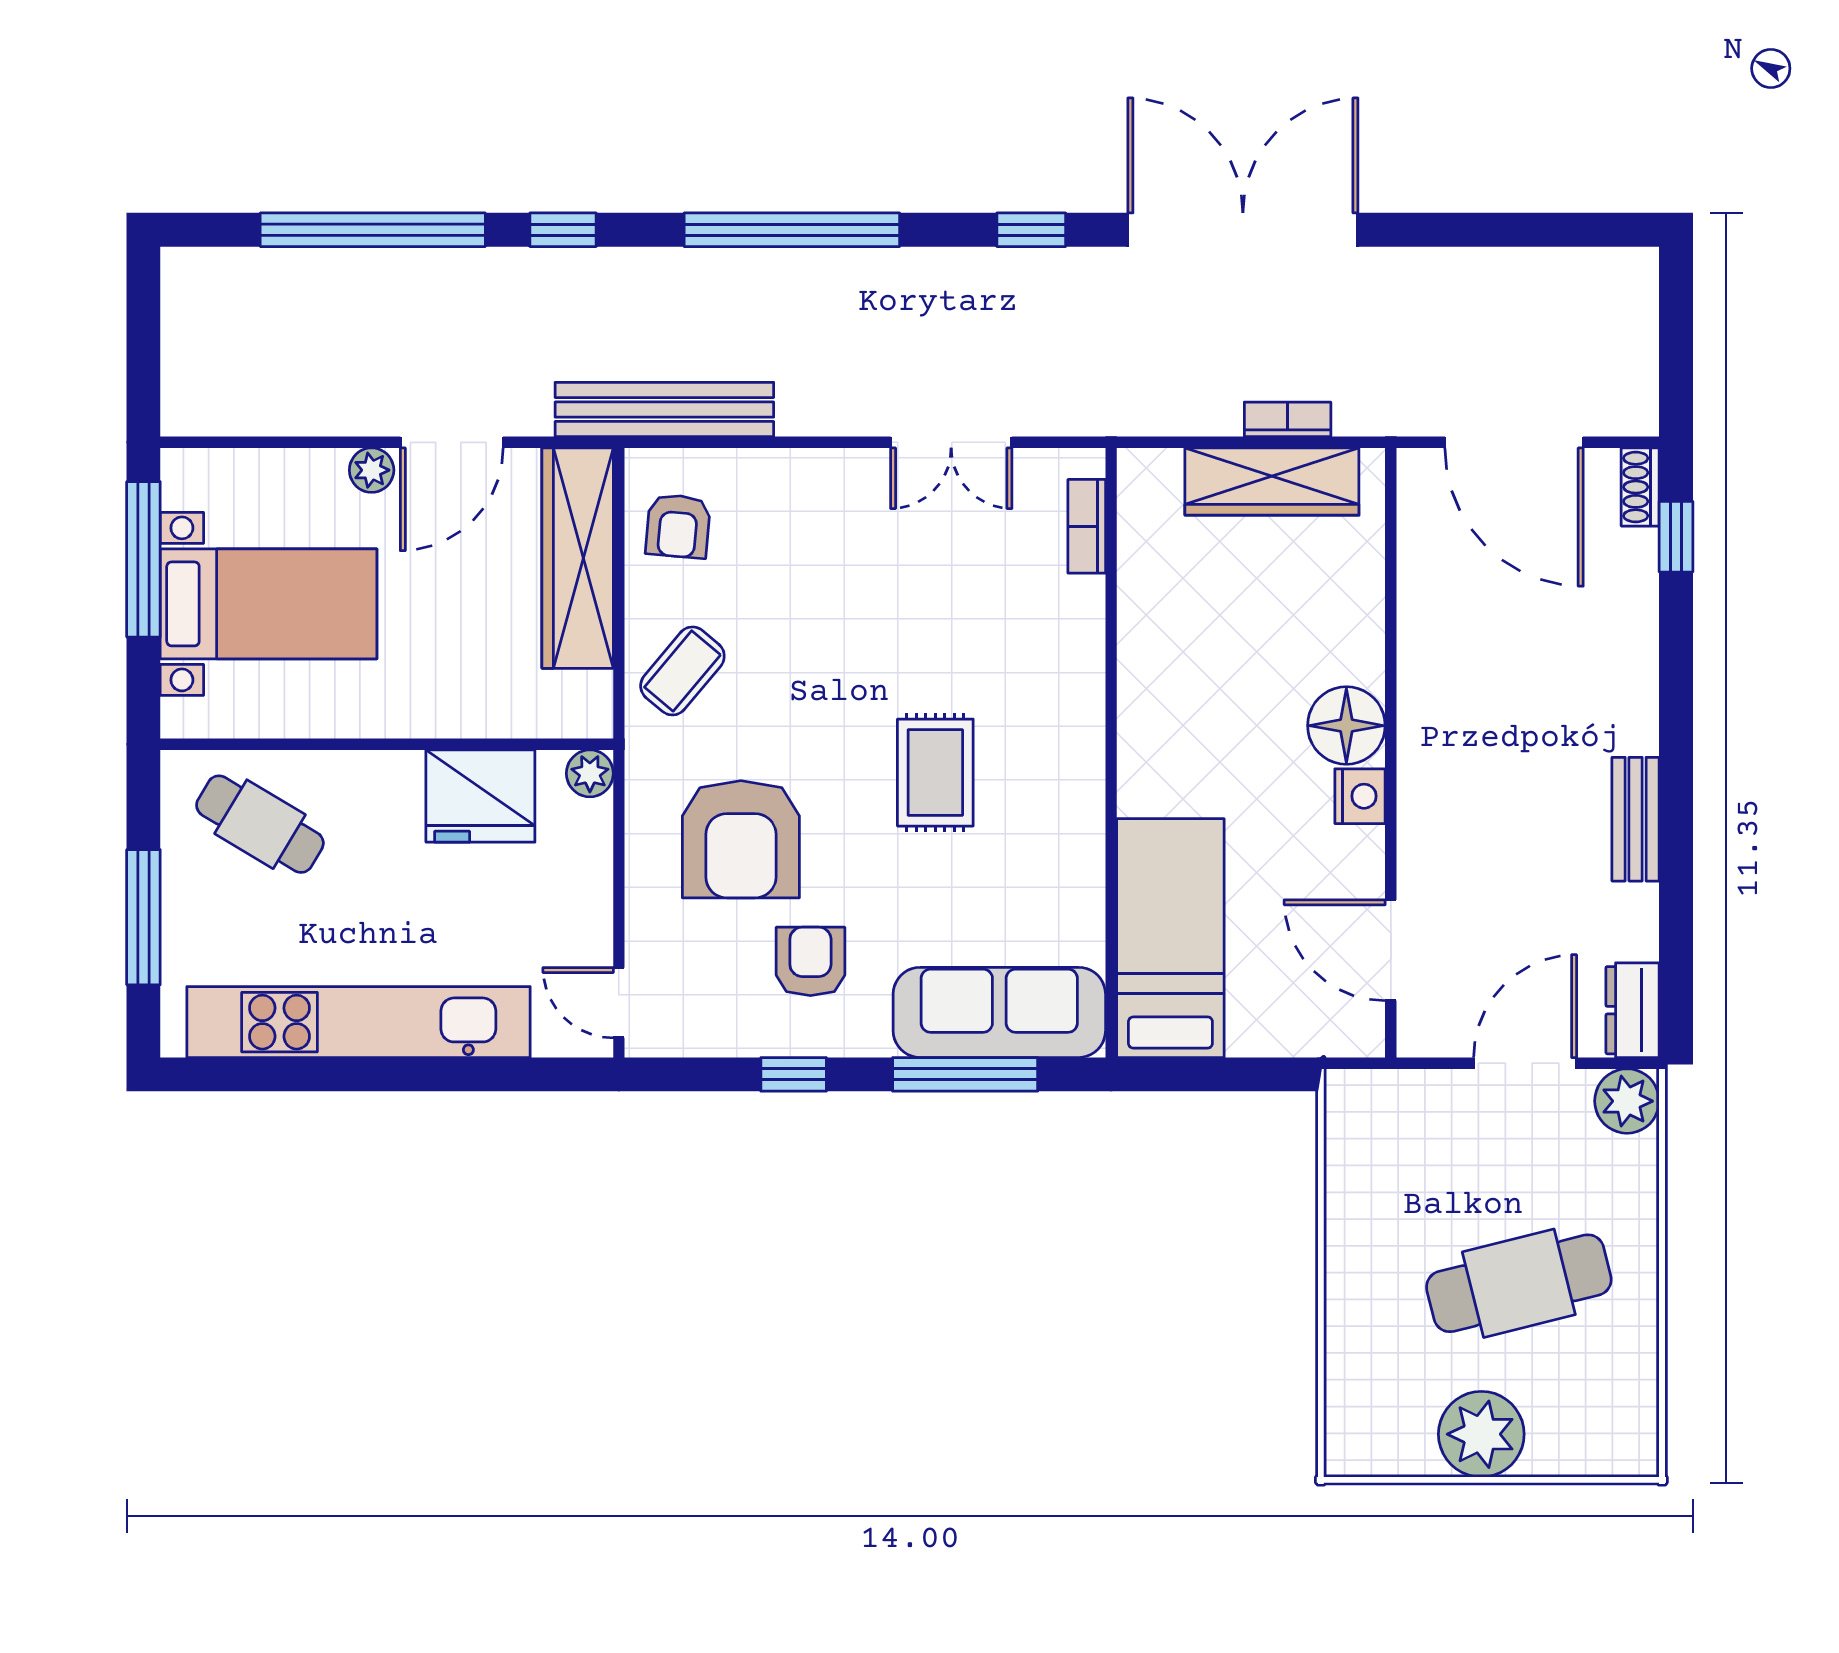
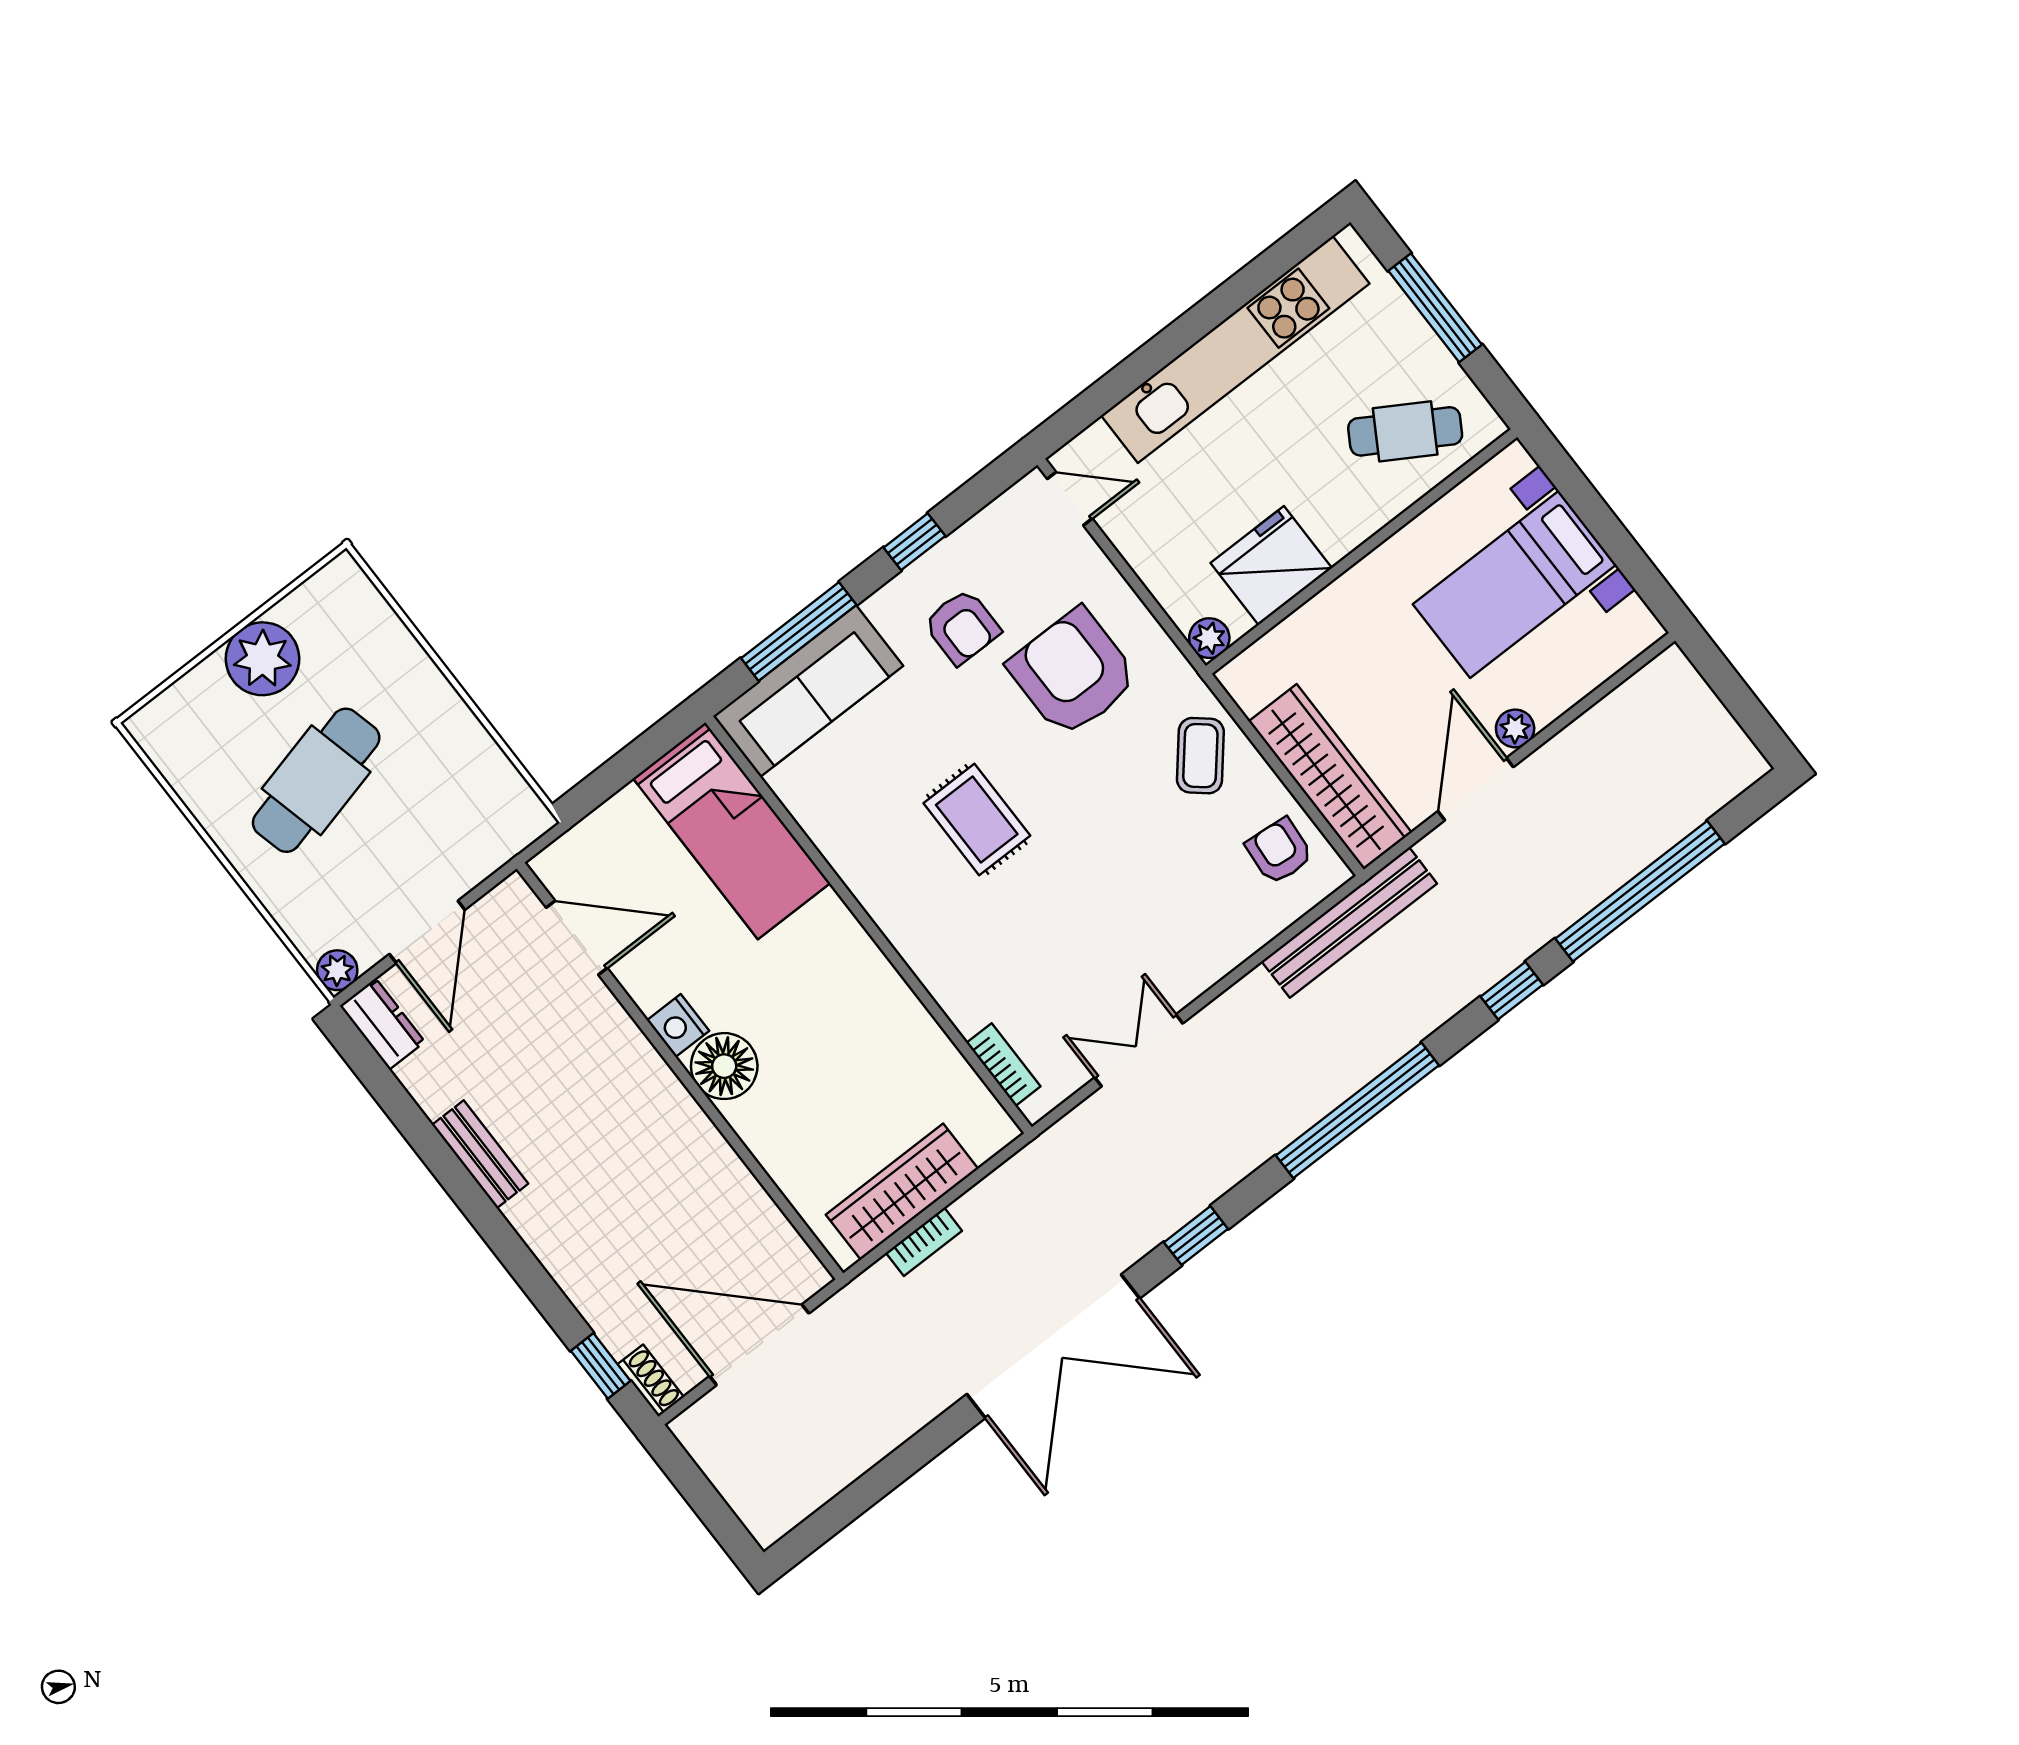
window: (143, 559) -> (1622, 549), removed
plant: (1627, 1101) -> (337, 970), width x0.73, depth x0.73

